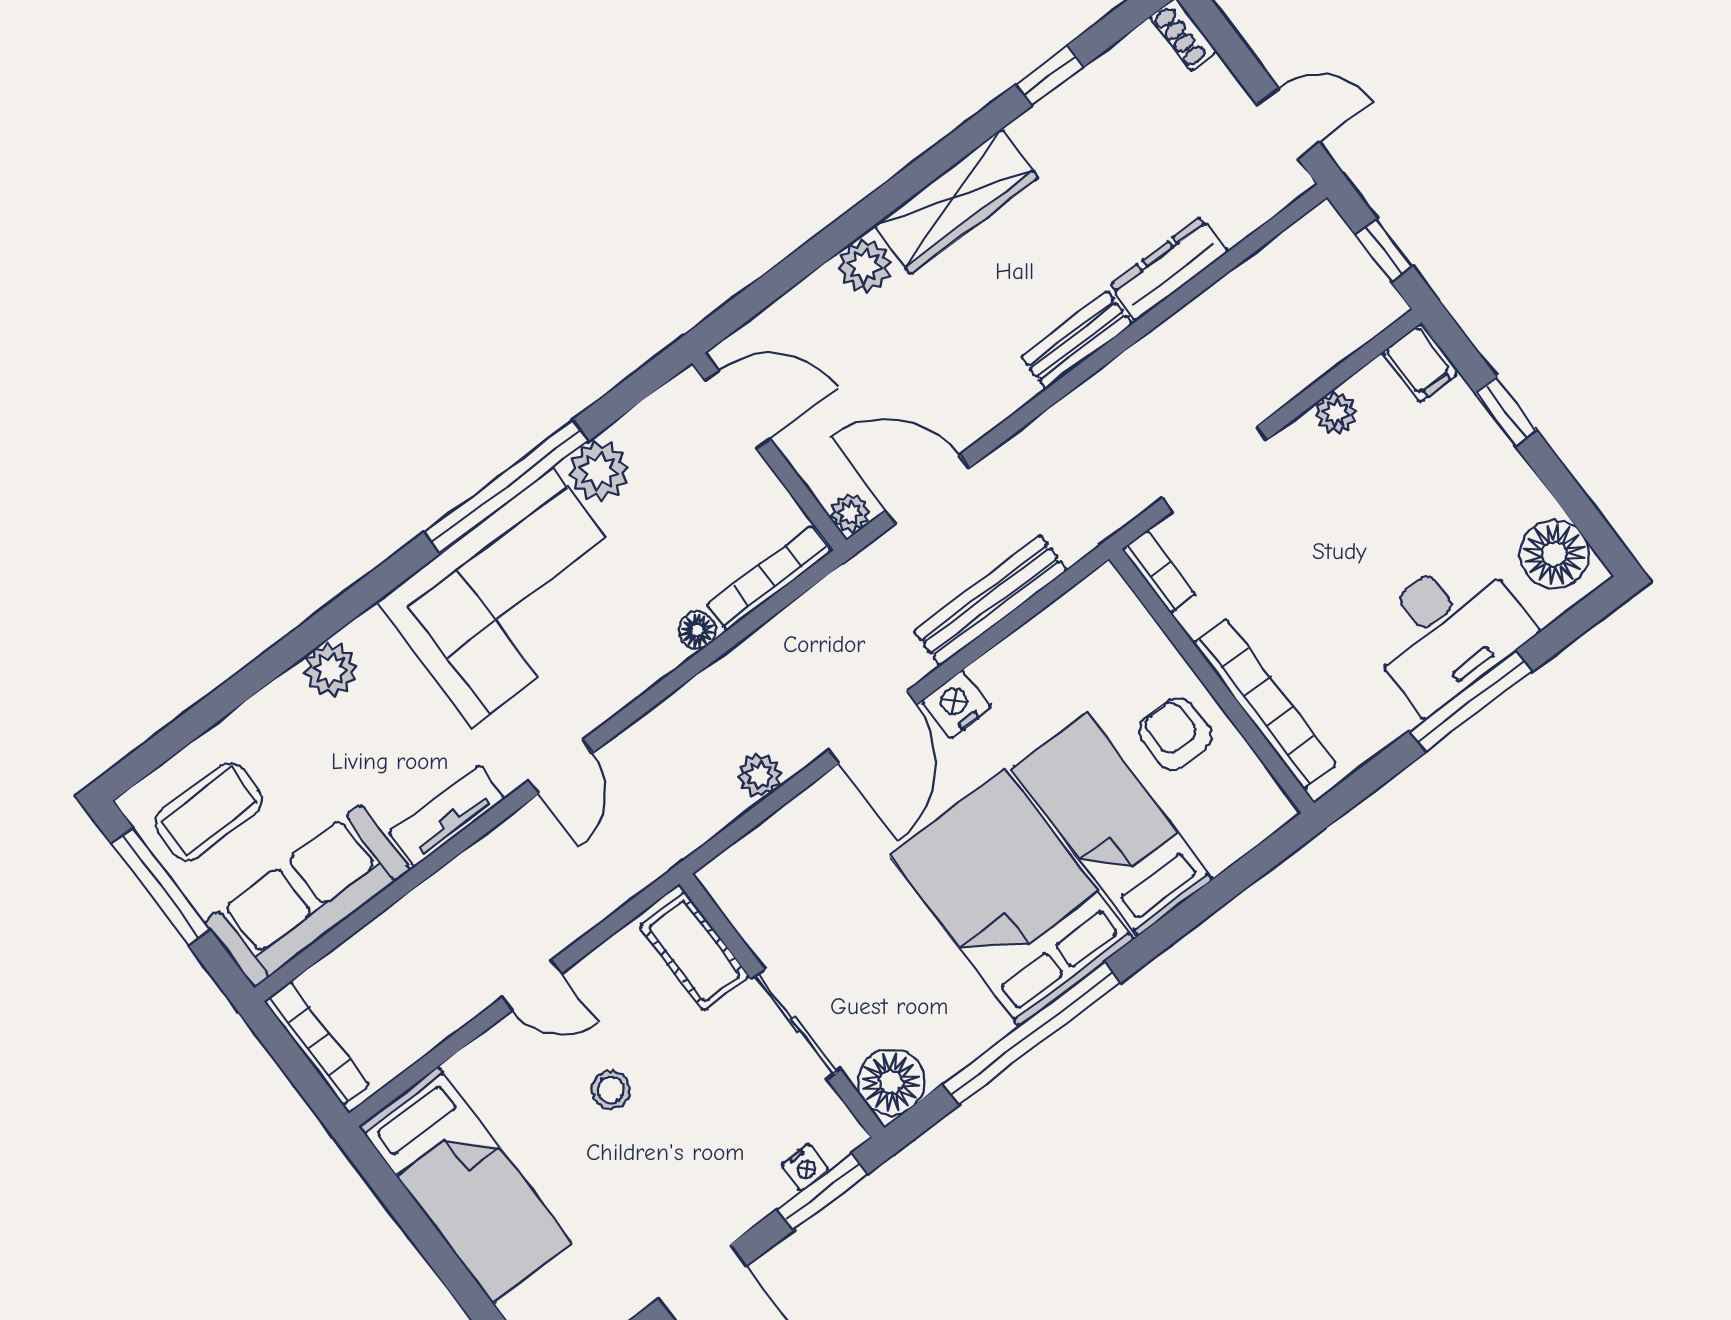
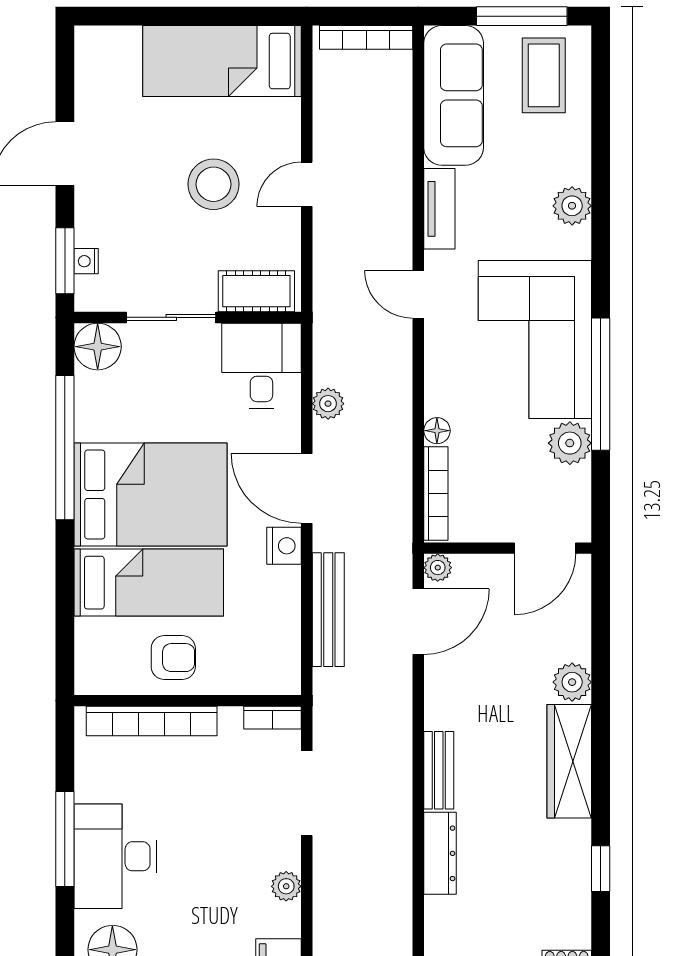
desk: (774, 882) -> (261, 366), added
stool: (611, 1090) -> (213, 184), width x1.89, depth x1.89

